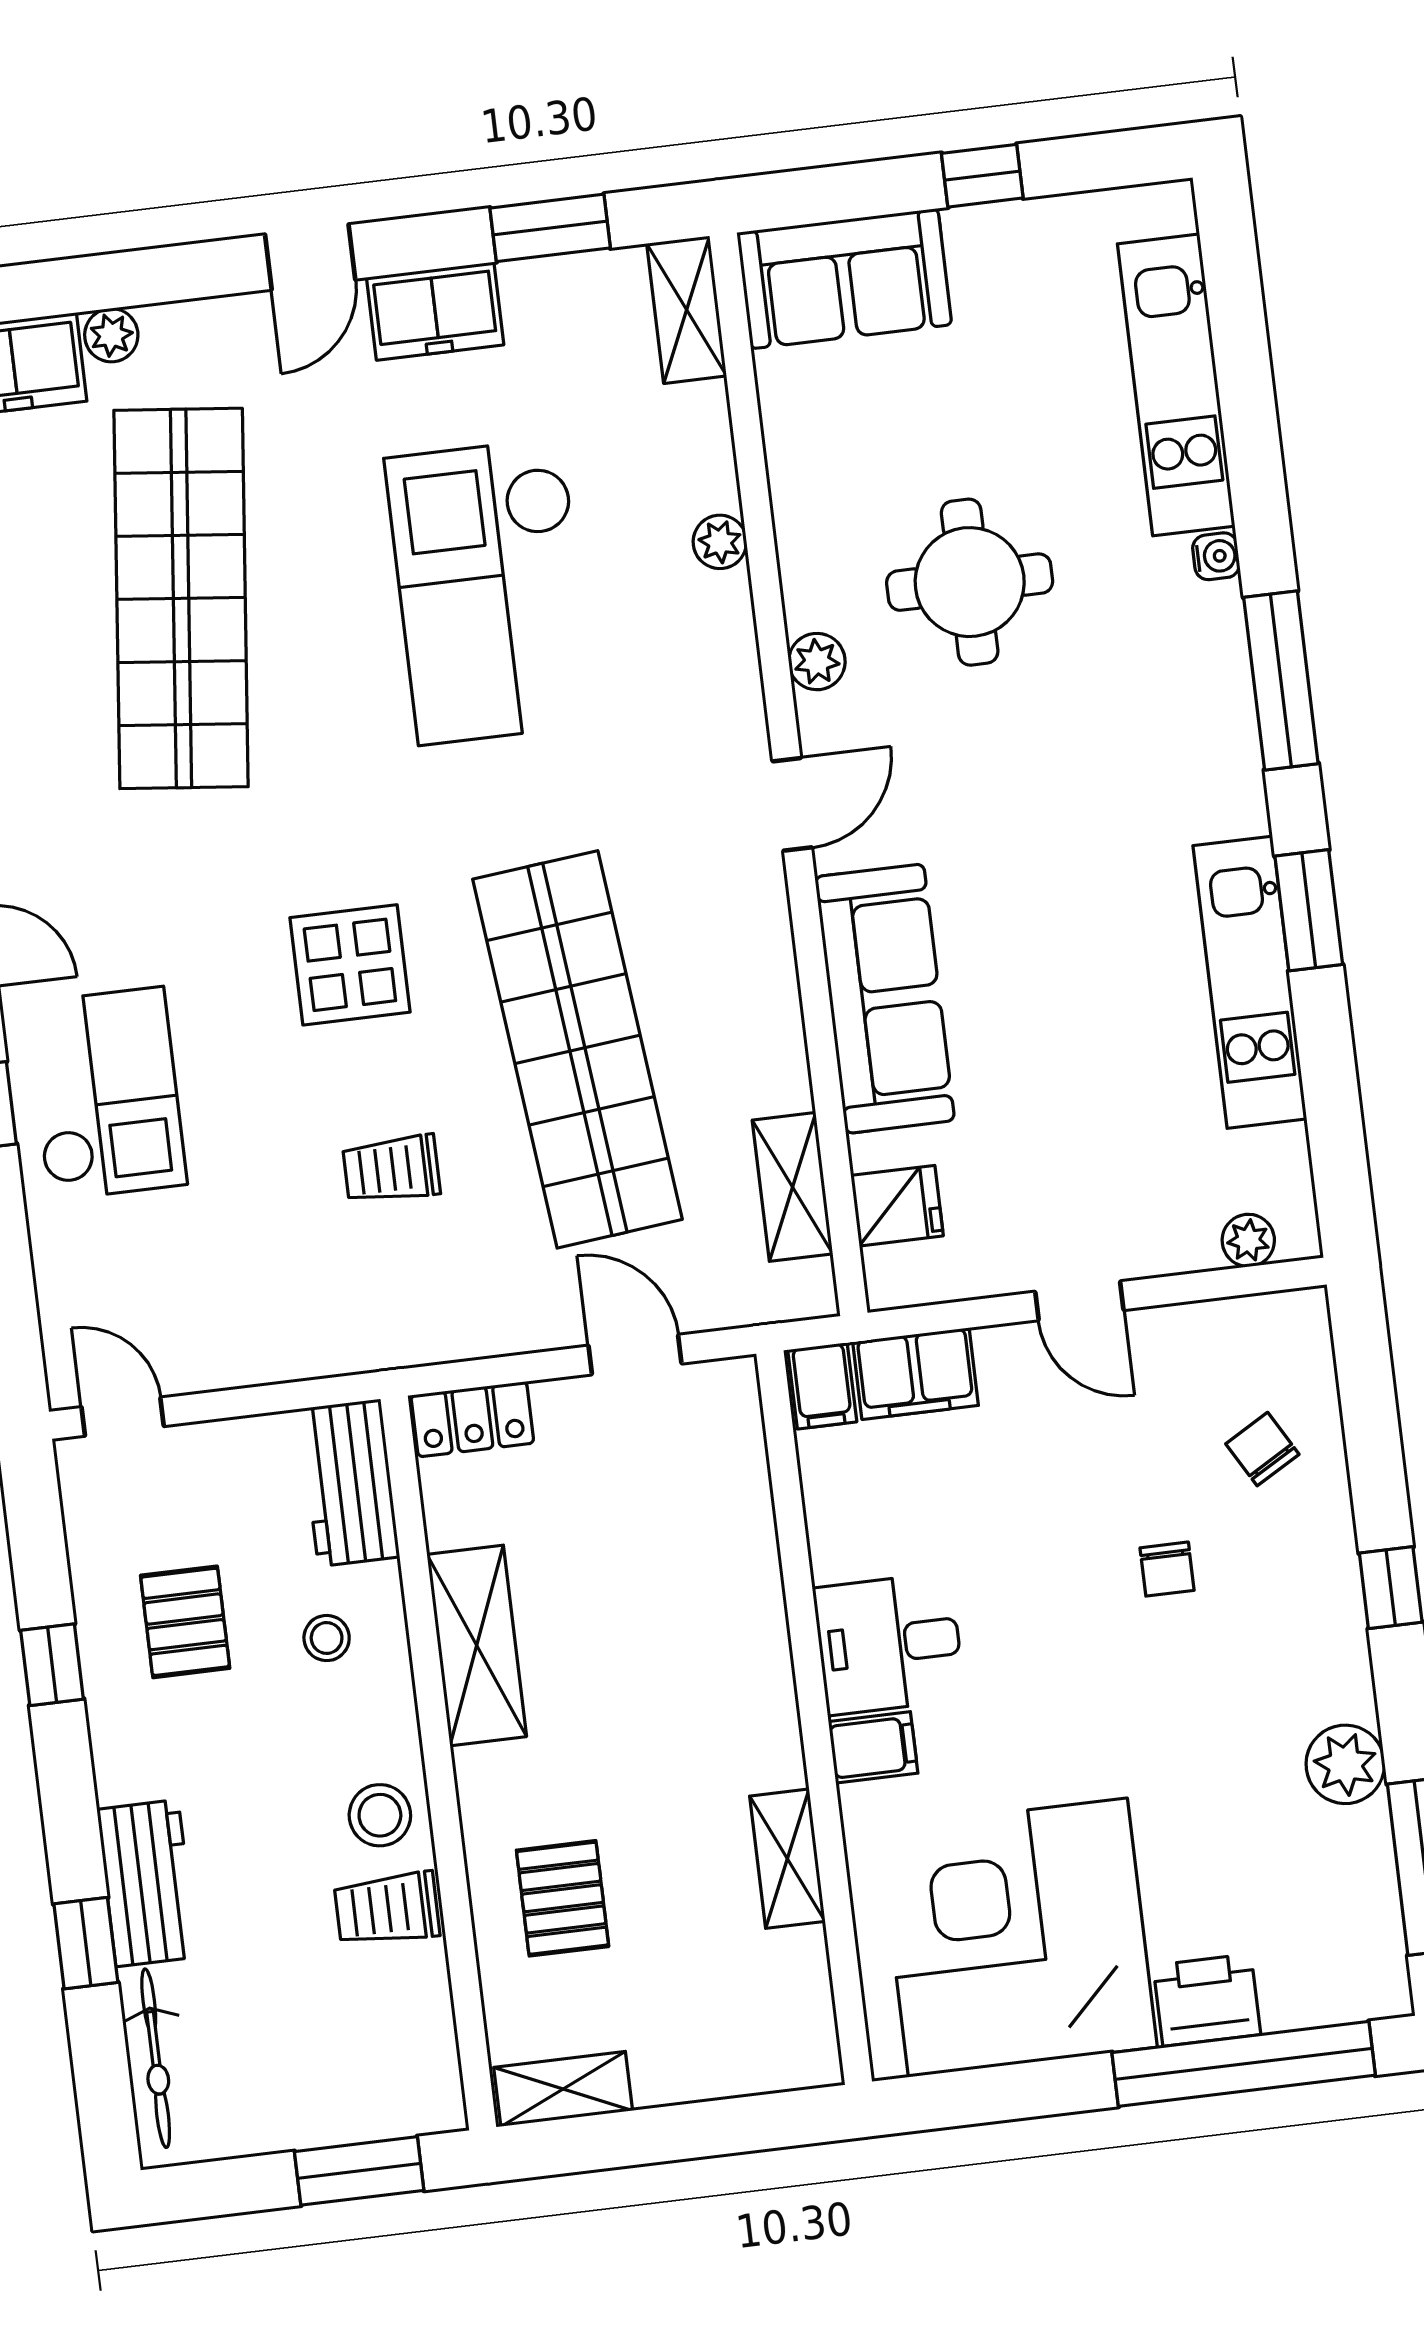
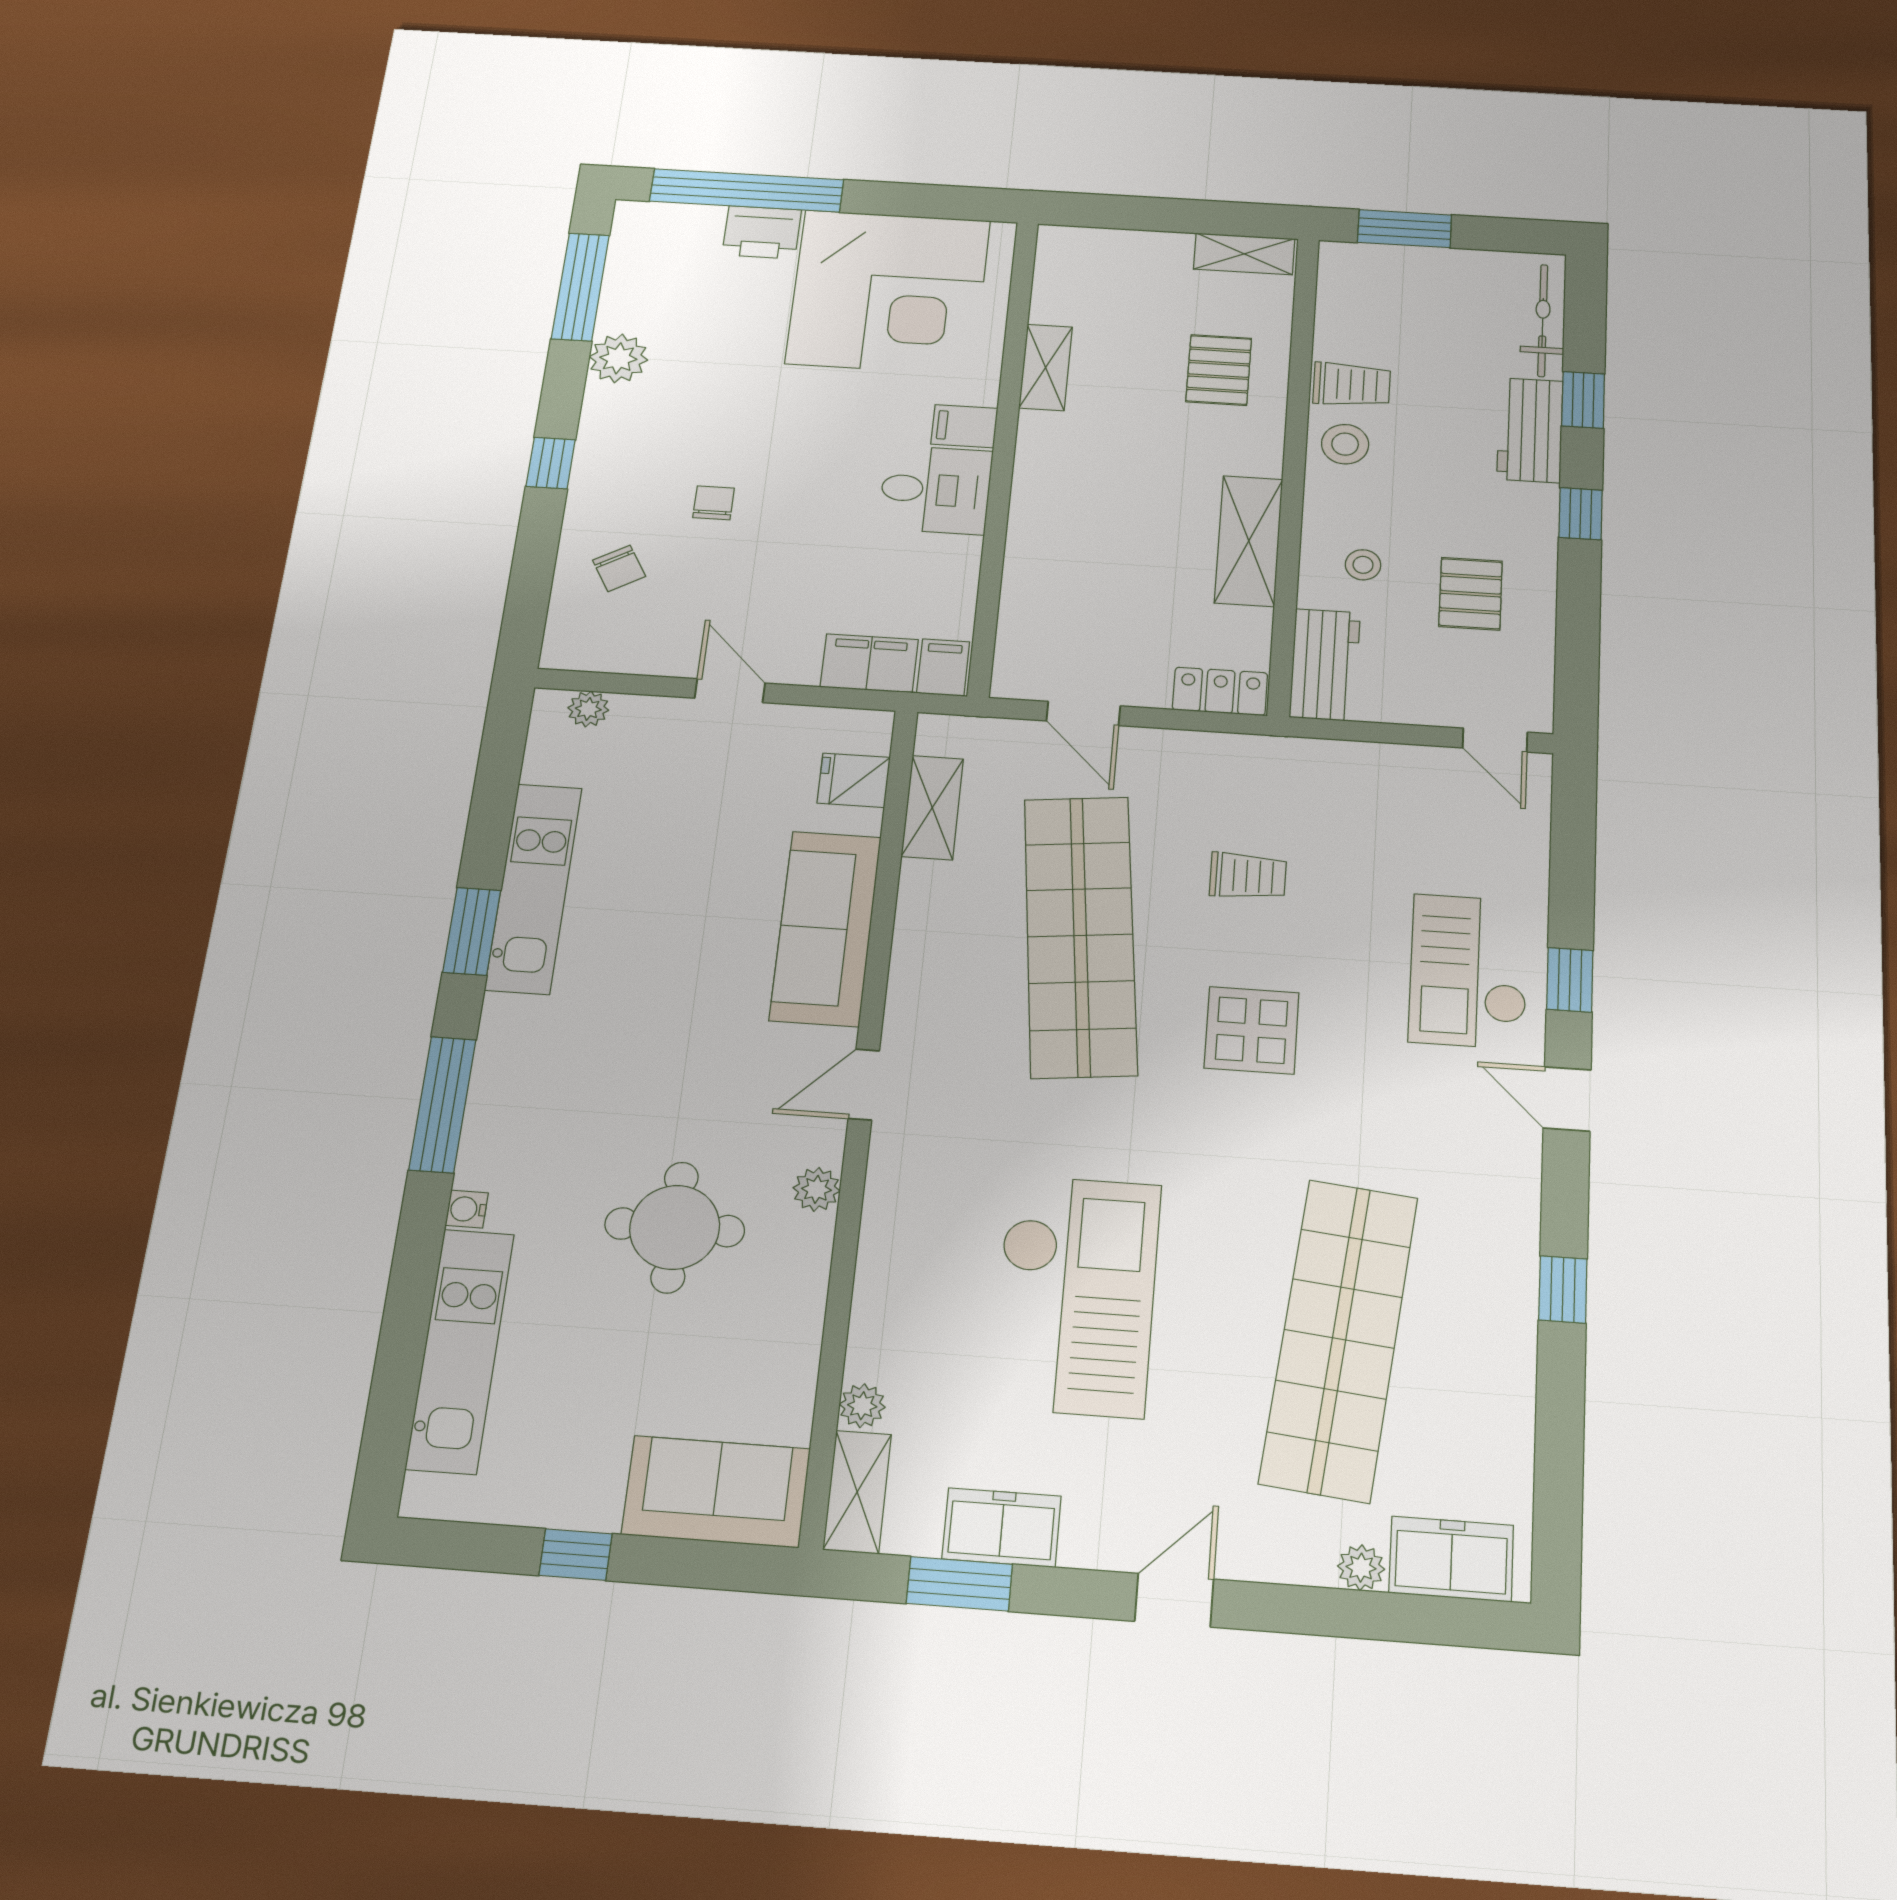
freezer: (435, 311) -> (1002, 1527), moved
plant: (720, 542) -> (862, 1406), moved
window: (52, 1665) -> (1580, 514), moved

